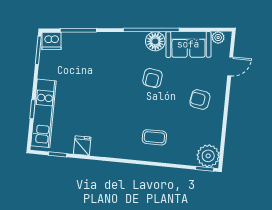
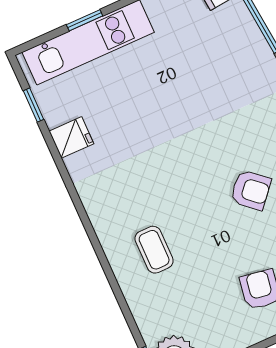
armchair: (152, 78) -> (251, 190), turned -147

